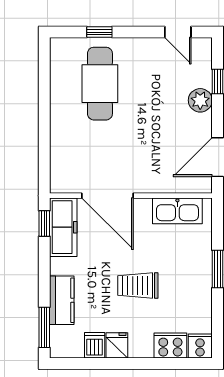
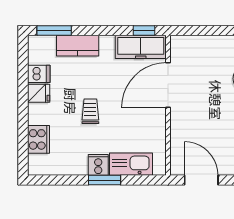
kitchen sink: (177, 211) -> (131, 164), moved, turned 90
trolley: (138, 286) -> (90, 111), width x0.73, depth x0.72
cooker: (200, 346) -> (98, 165), moved, turned -90

